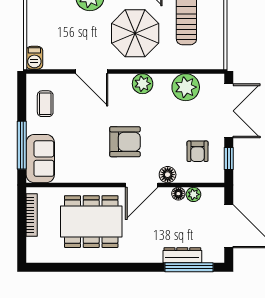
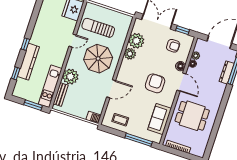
plant: (143, 84) -> (130, 54), moved
sofa: (40, 159) -> (160, 119), moved, turned -90
dining table: (91, 222) -> (192, 116), width x0.73

